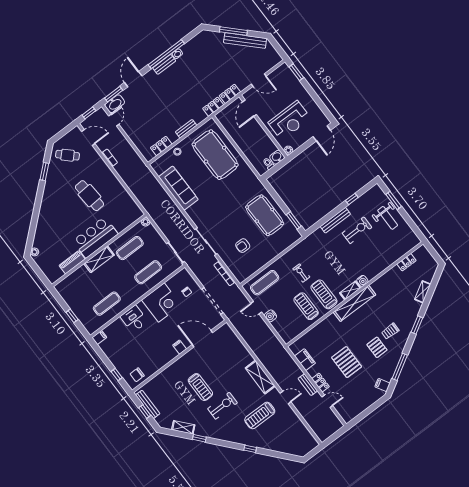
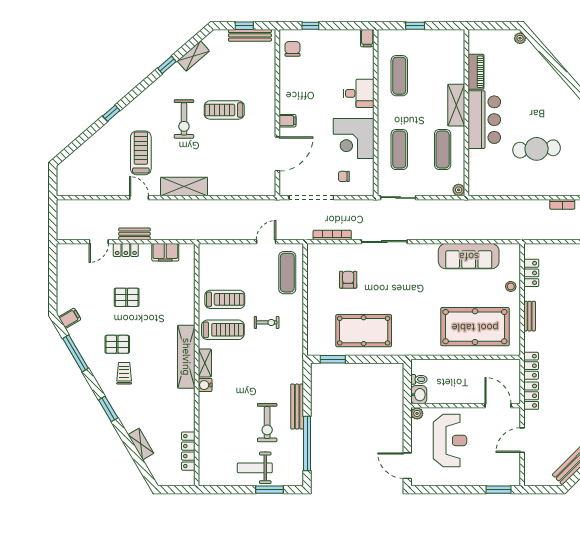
reception desk: (289, 120) -> (450, 440), turned 180
window: (352, 199) -> (307, 443), width x3.17
locker: (407, 262) -> (188, 451), width x1.53
water cooler: (270, 316) -> (245, 251), removed
pallet: (347, 362) -> (127, 297), width x0.67, depth x0.71
door: (286, 397) -> (139, 198), swing flipped

